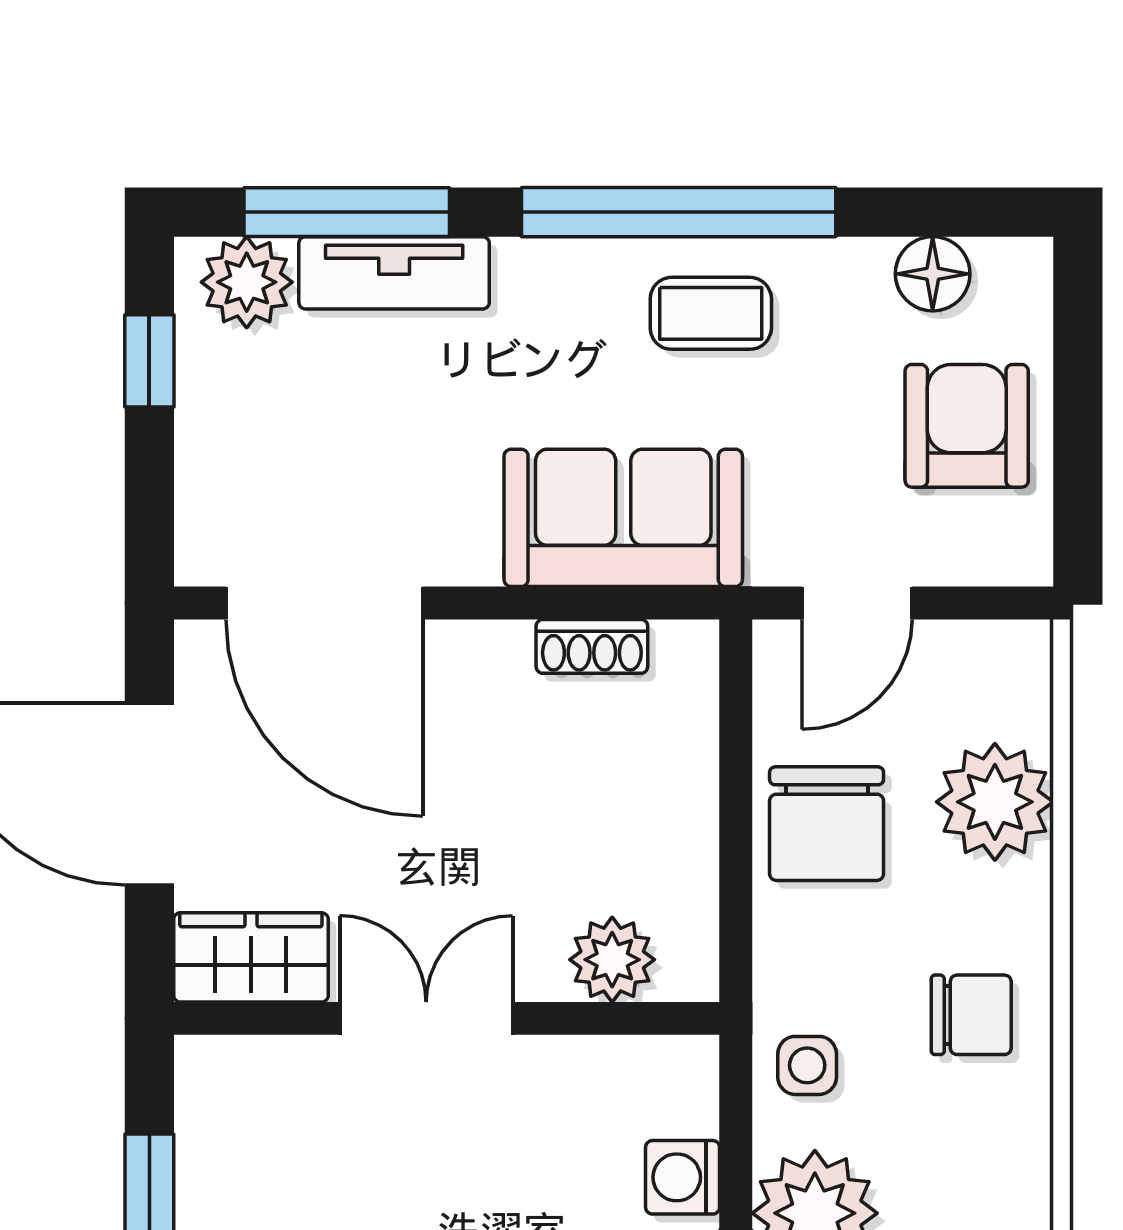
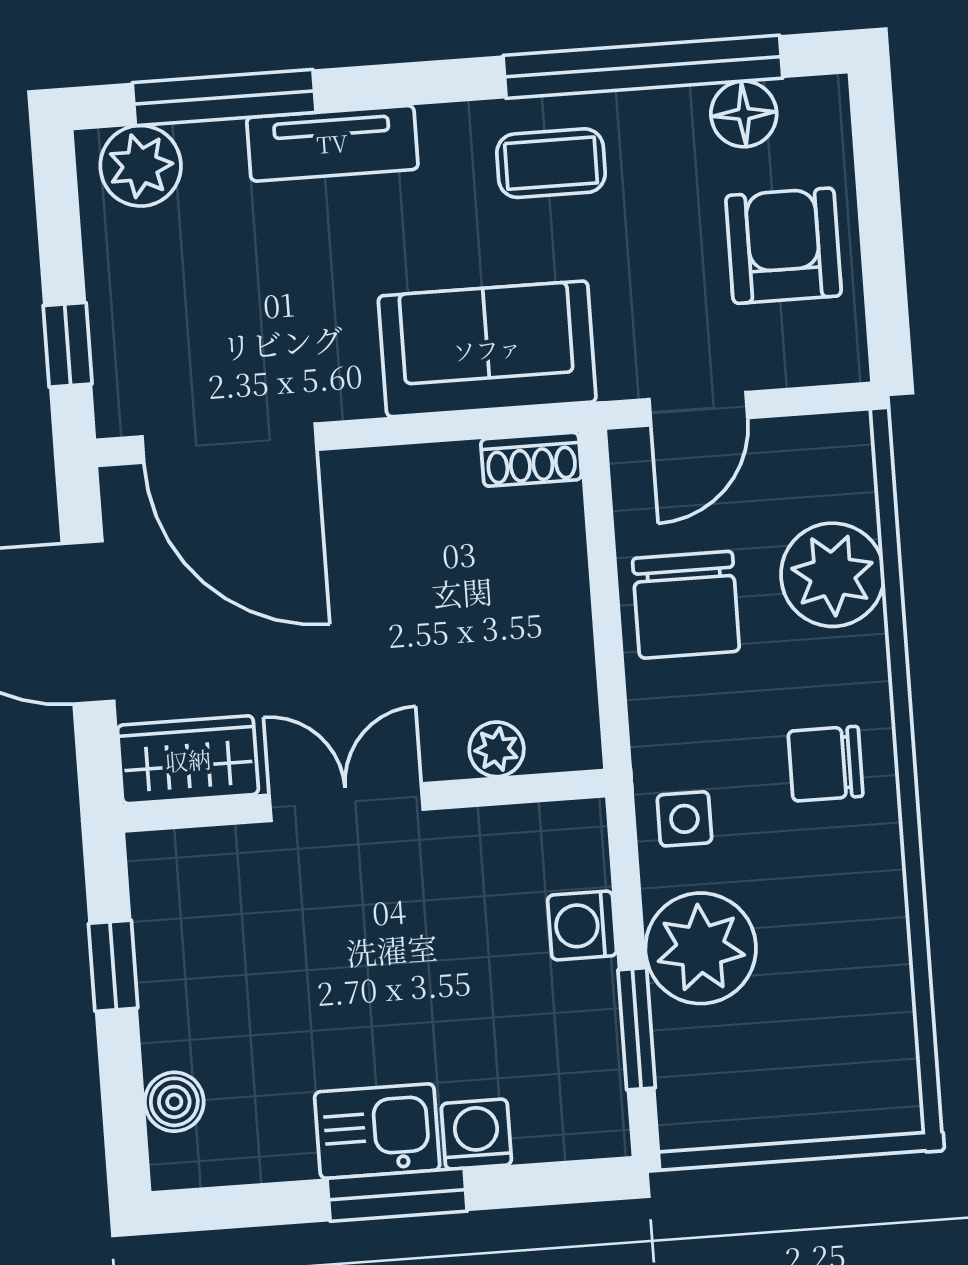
window: (679, 212) -> (643, 67), moved
tv unit: (394, 273) -> (332, 143), moved
window: (149, 361) -> (68, 345), moved
shoe rack: (592, 646) -> (531, 459), moved
plant: (612, 960) -> (497, 749), width x0.73, depth x0.73
chair: (971, 1015) -> (826, 764), turned 180

